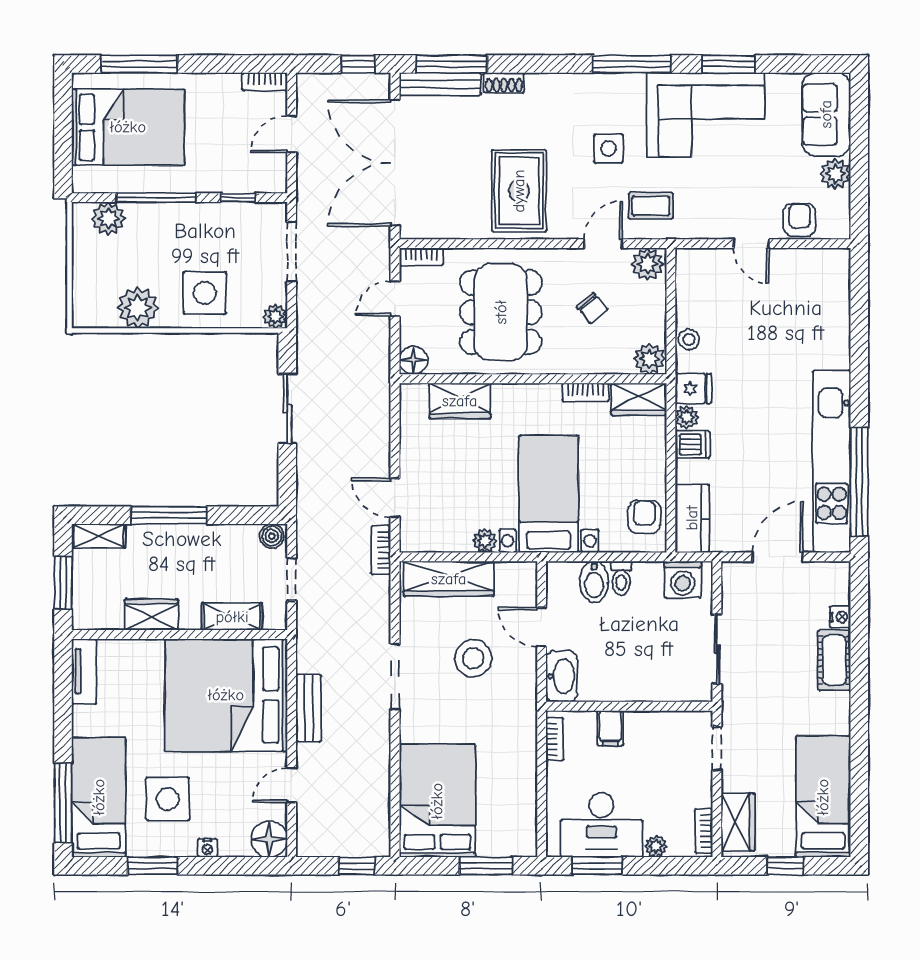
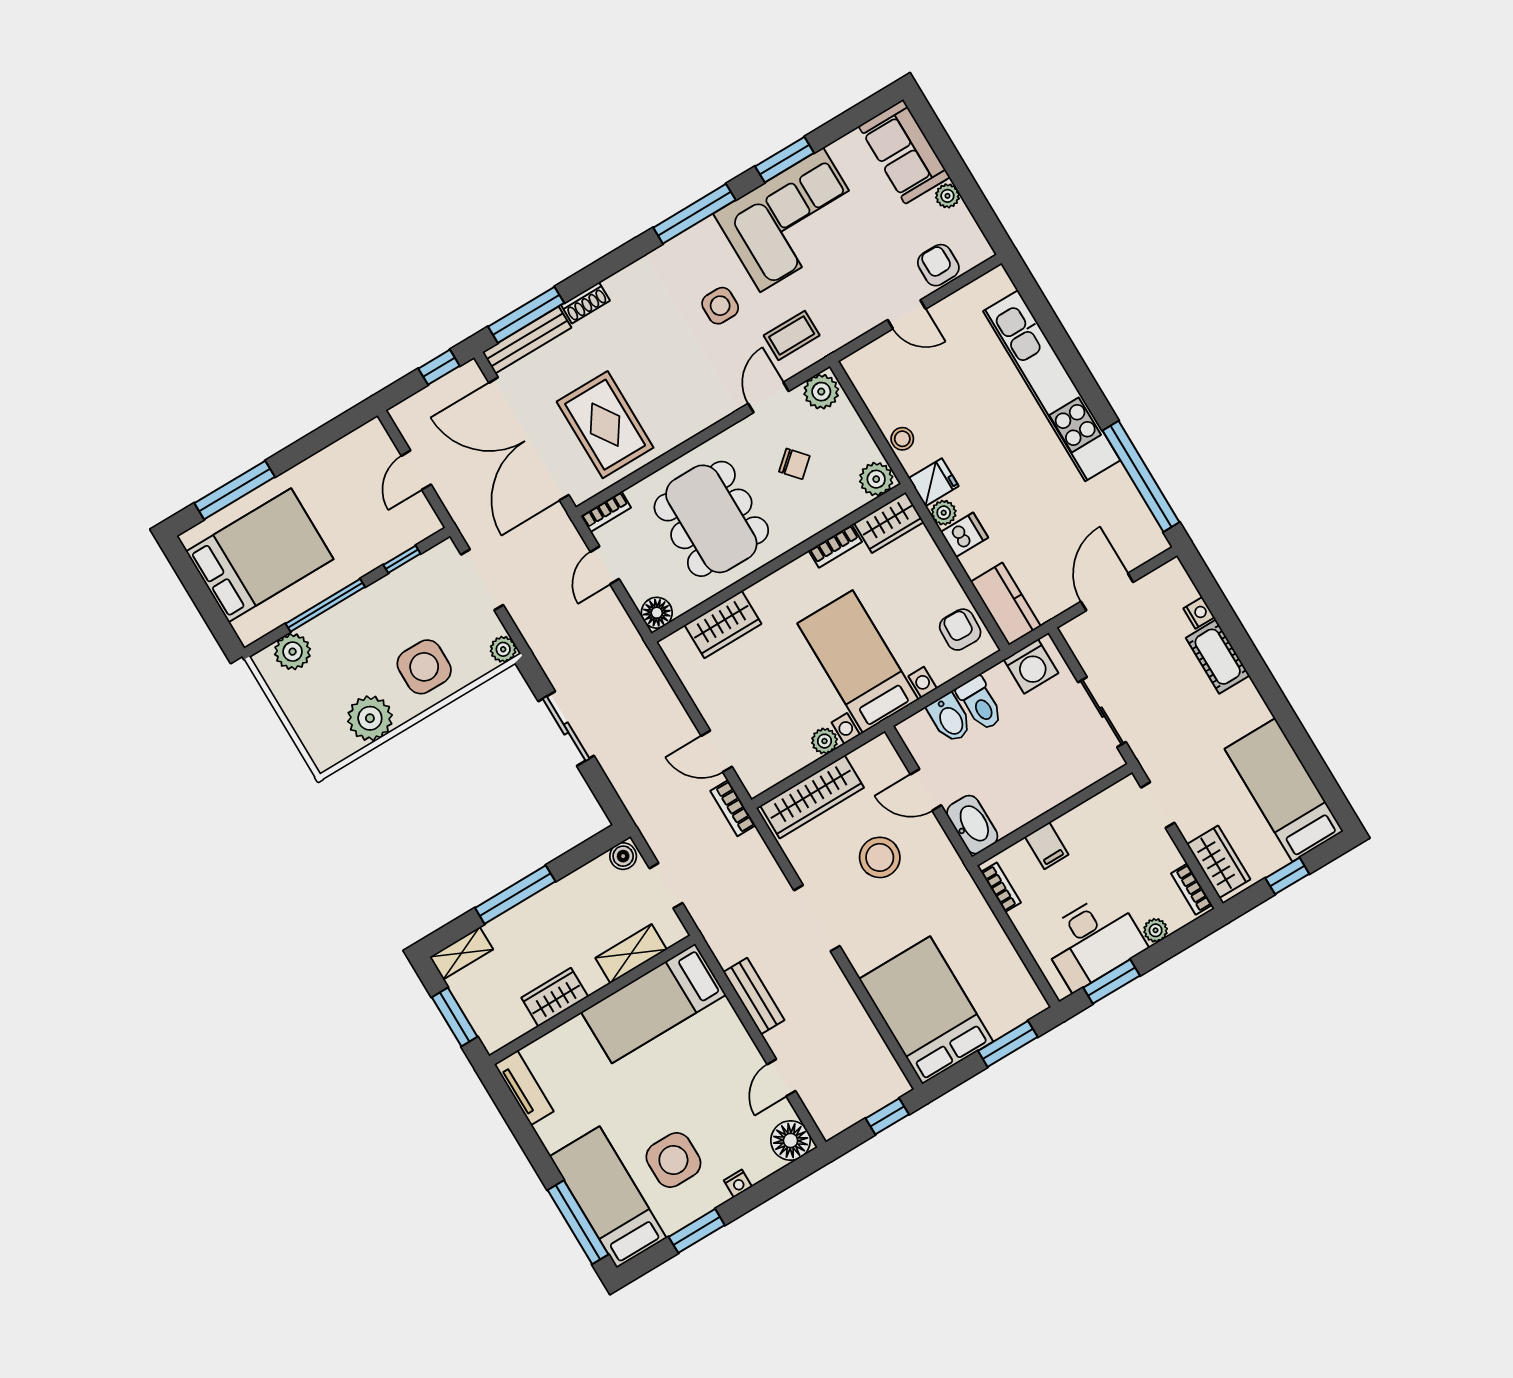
bookcase: (265, 82) -> (362, 436), removed
plant: (835, 174) -> (947, 196), width x0.73, depth x0.73
rug: (519, 191) -> (605, 425), moved
kitchen unit: (832, 461) -> (1052, 386), moved
toilet: (621, 578) -> (980, 703), width x1.37, depth x1.39
bed: (226, 695) -> (653, 1003), width x0.49

